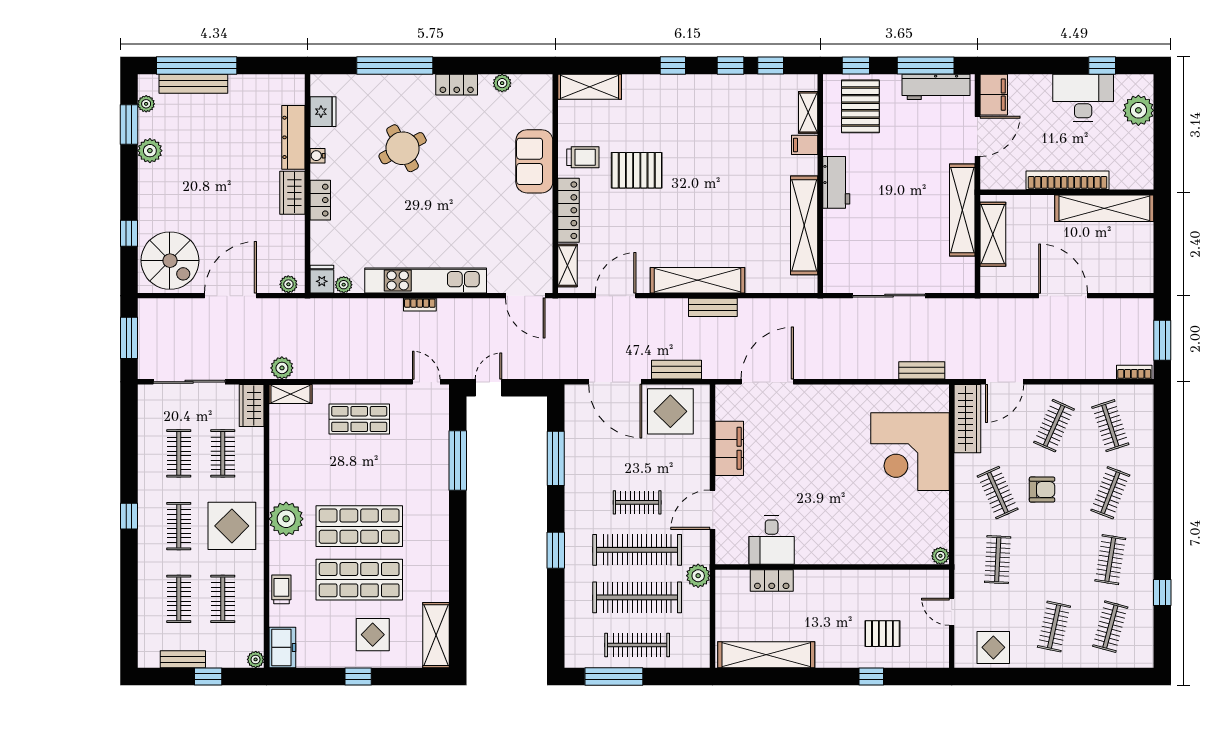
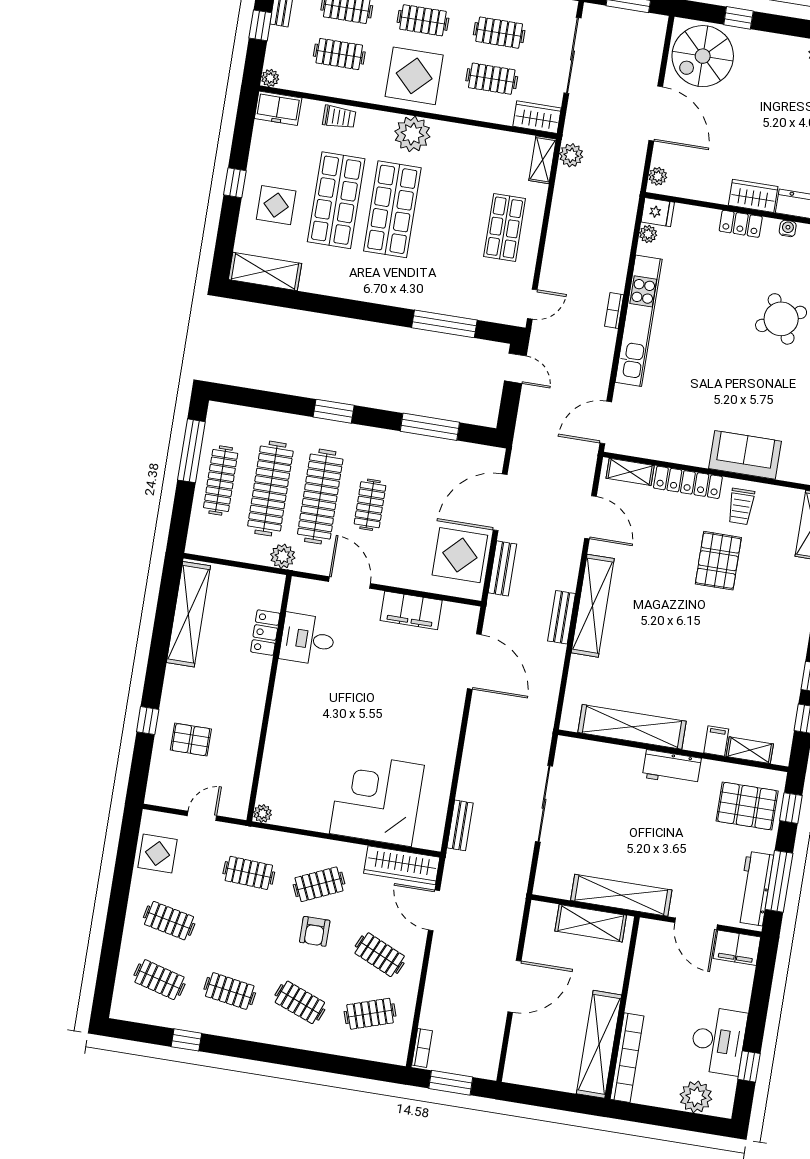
bookcase: (1068, 180) -> (627, 1058), moved
pallet: (882, 634) -> (191, 740), turned 90

